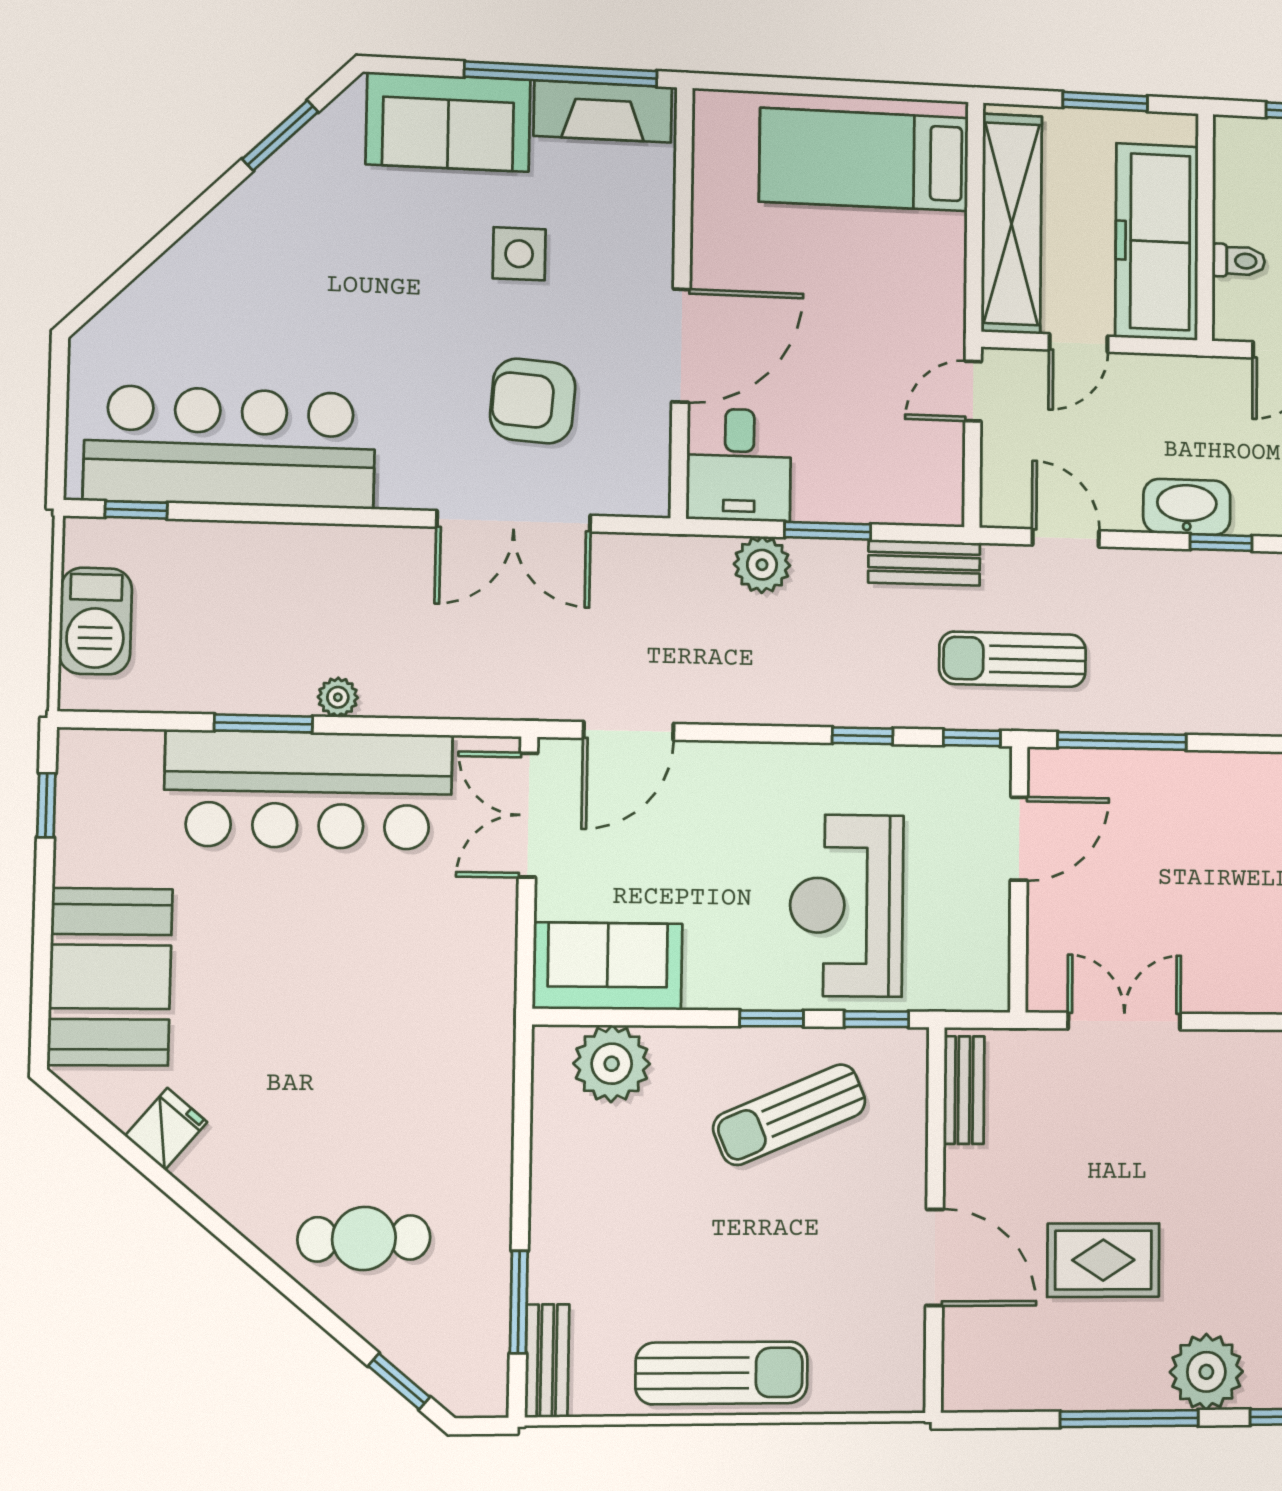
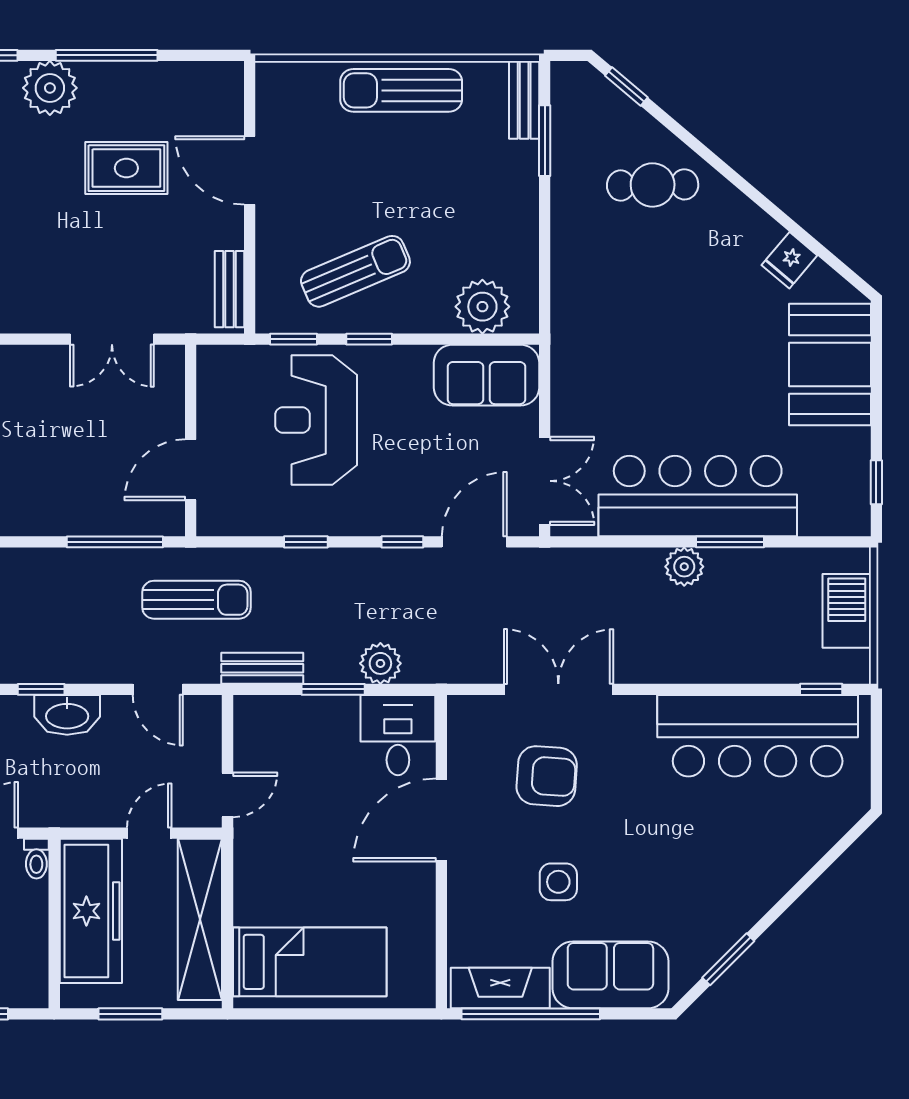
toilet: (1238, 261) -> (36, 859), moved, turned -90
plant: (338, 697) -> (684, 567), width x1.38, depth x1.38
window: (972, 738) -> (402, 542), moved
reception desk: (847, 906) -> (316, 420), turned 180

